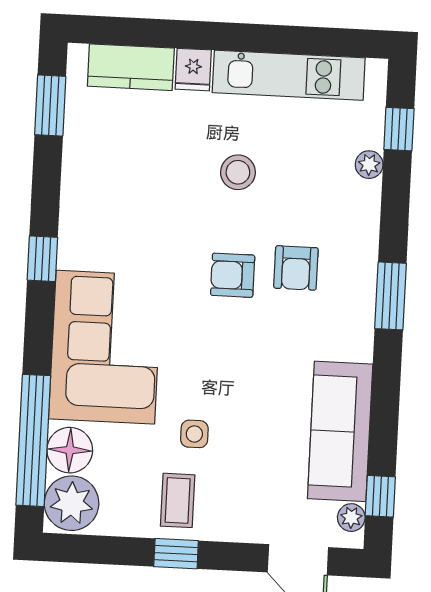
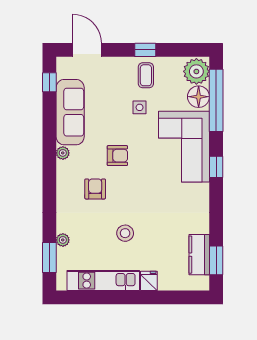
kitchen counter: (131, 67) -> (199, 255), moved, turned -90
window: (399, 129) -> (49, 258), width x1.50
window: (42, 259) -> (216, 167), moved
armchair: (233, 275) -> (117, 156), moved
window: (390, 296) -> (49, 178), removed
plant: (351, 518) -> (63, 153), moved

